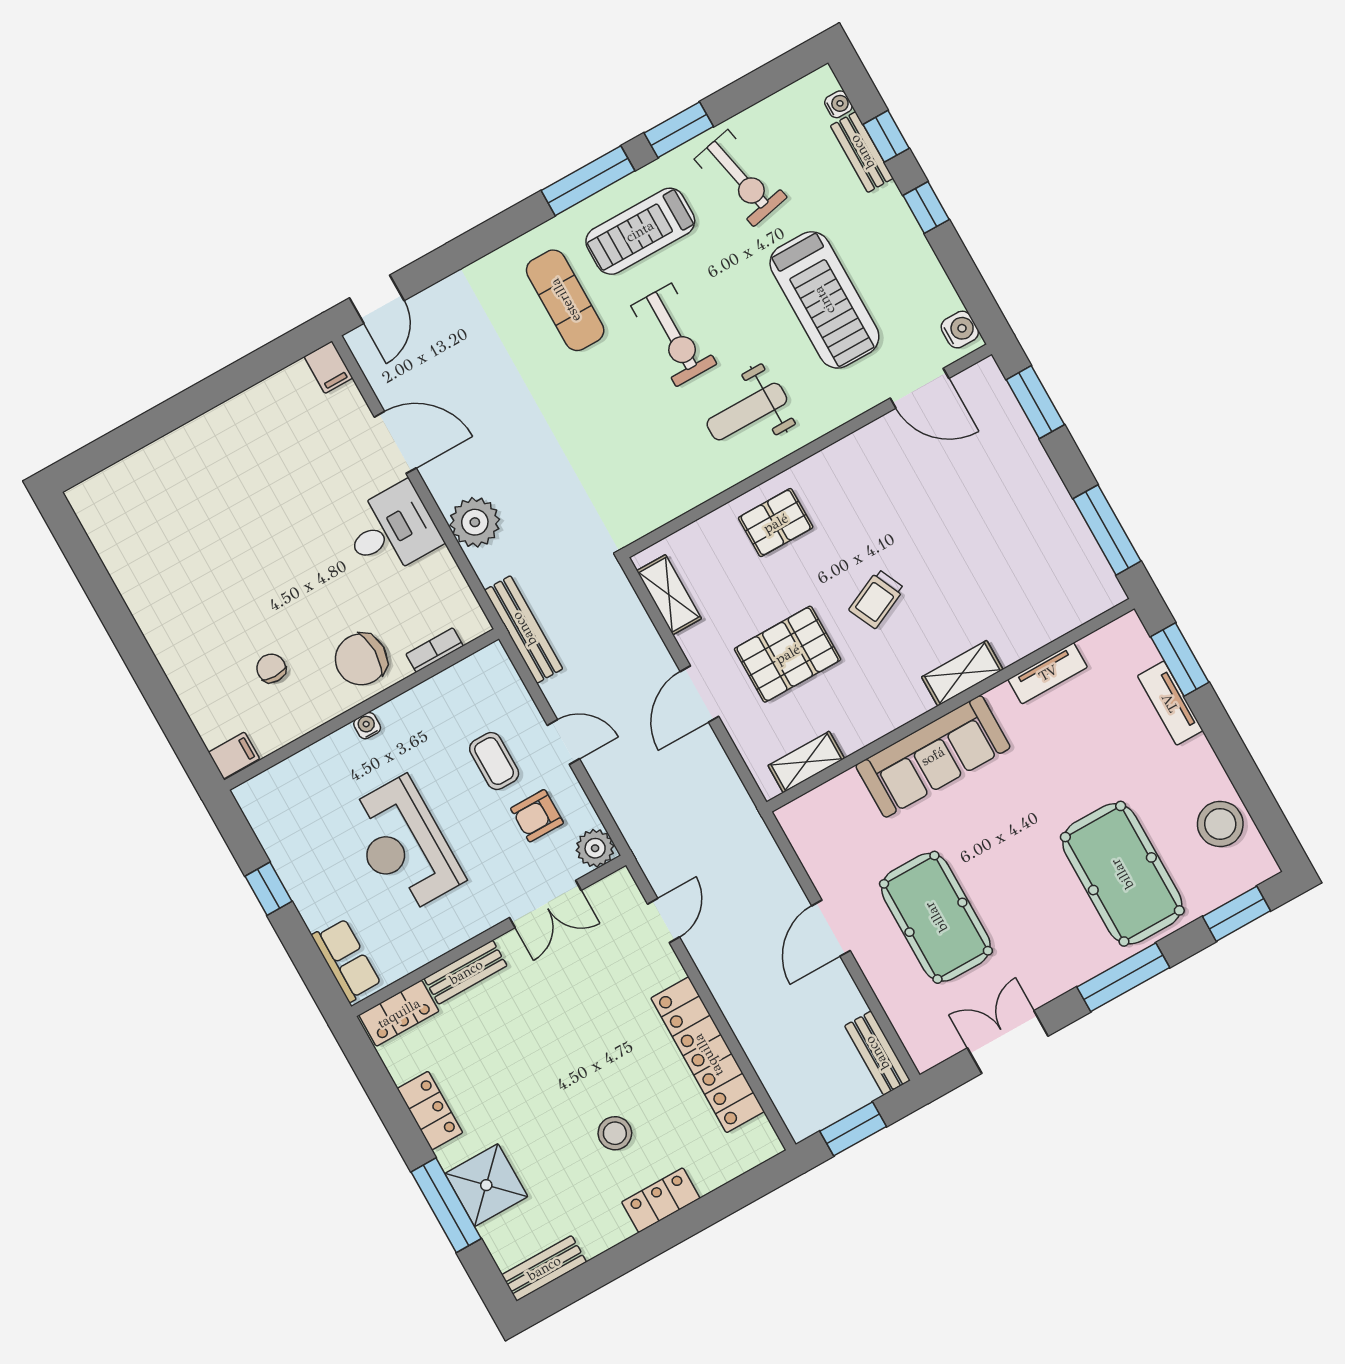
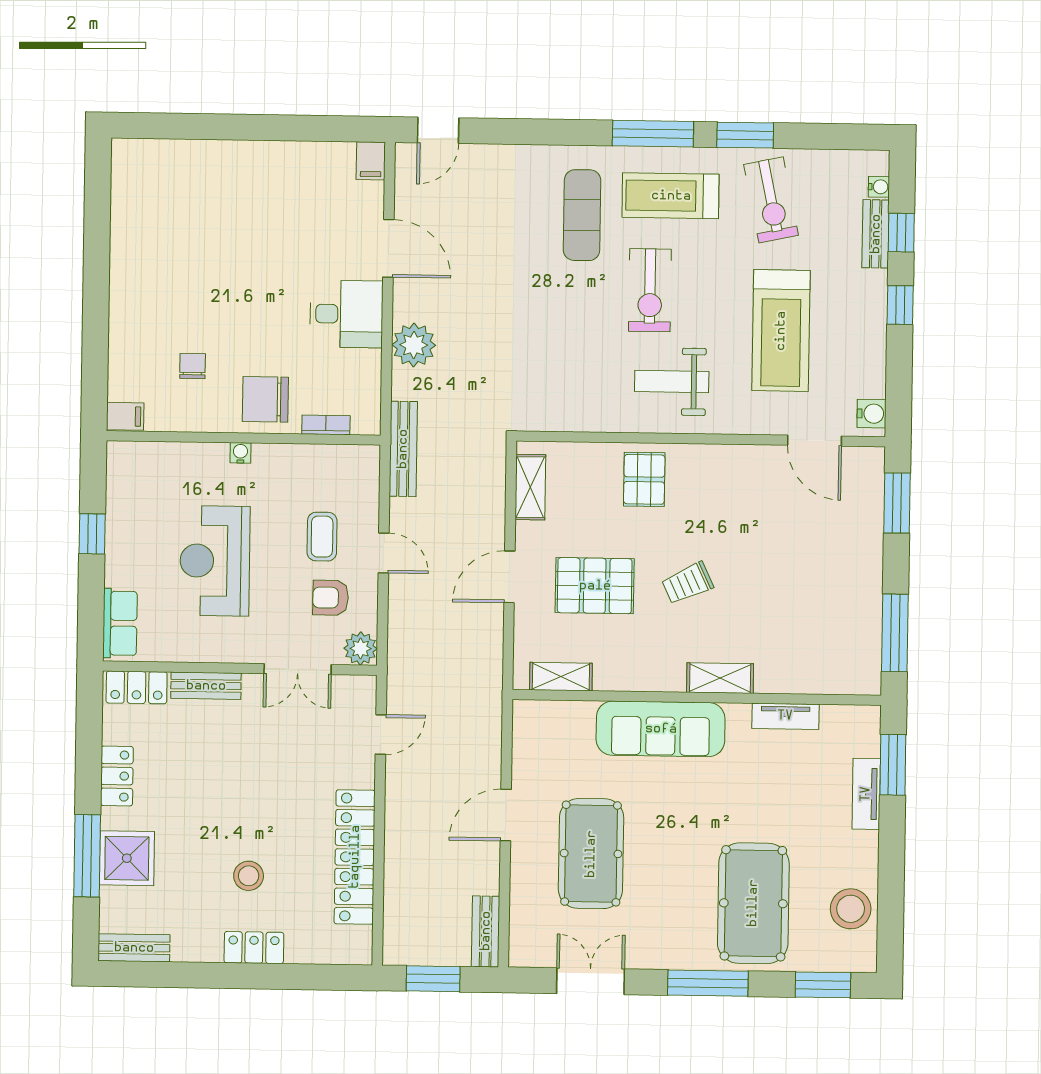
pallet: (776, 523) -> (644, 479), turned 90

